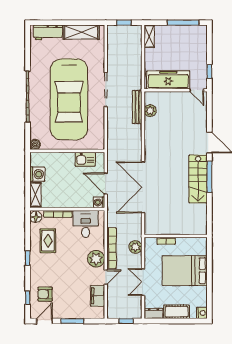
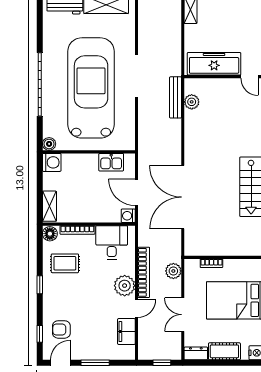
car: (69, 99) -> (91, 88), turned 180
washing machine: (37, 174) -> (52, 162), moved
rug: (48, 241) -> (65, 263), turned 90

